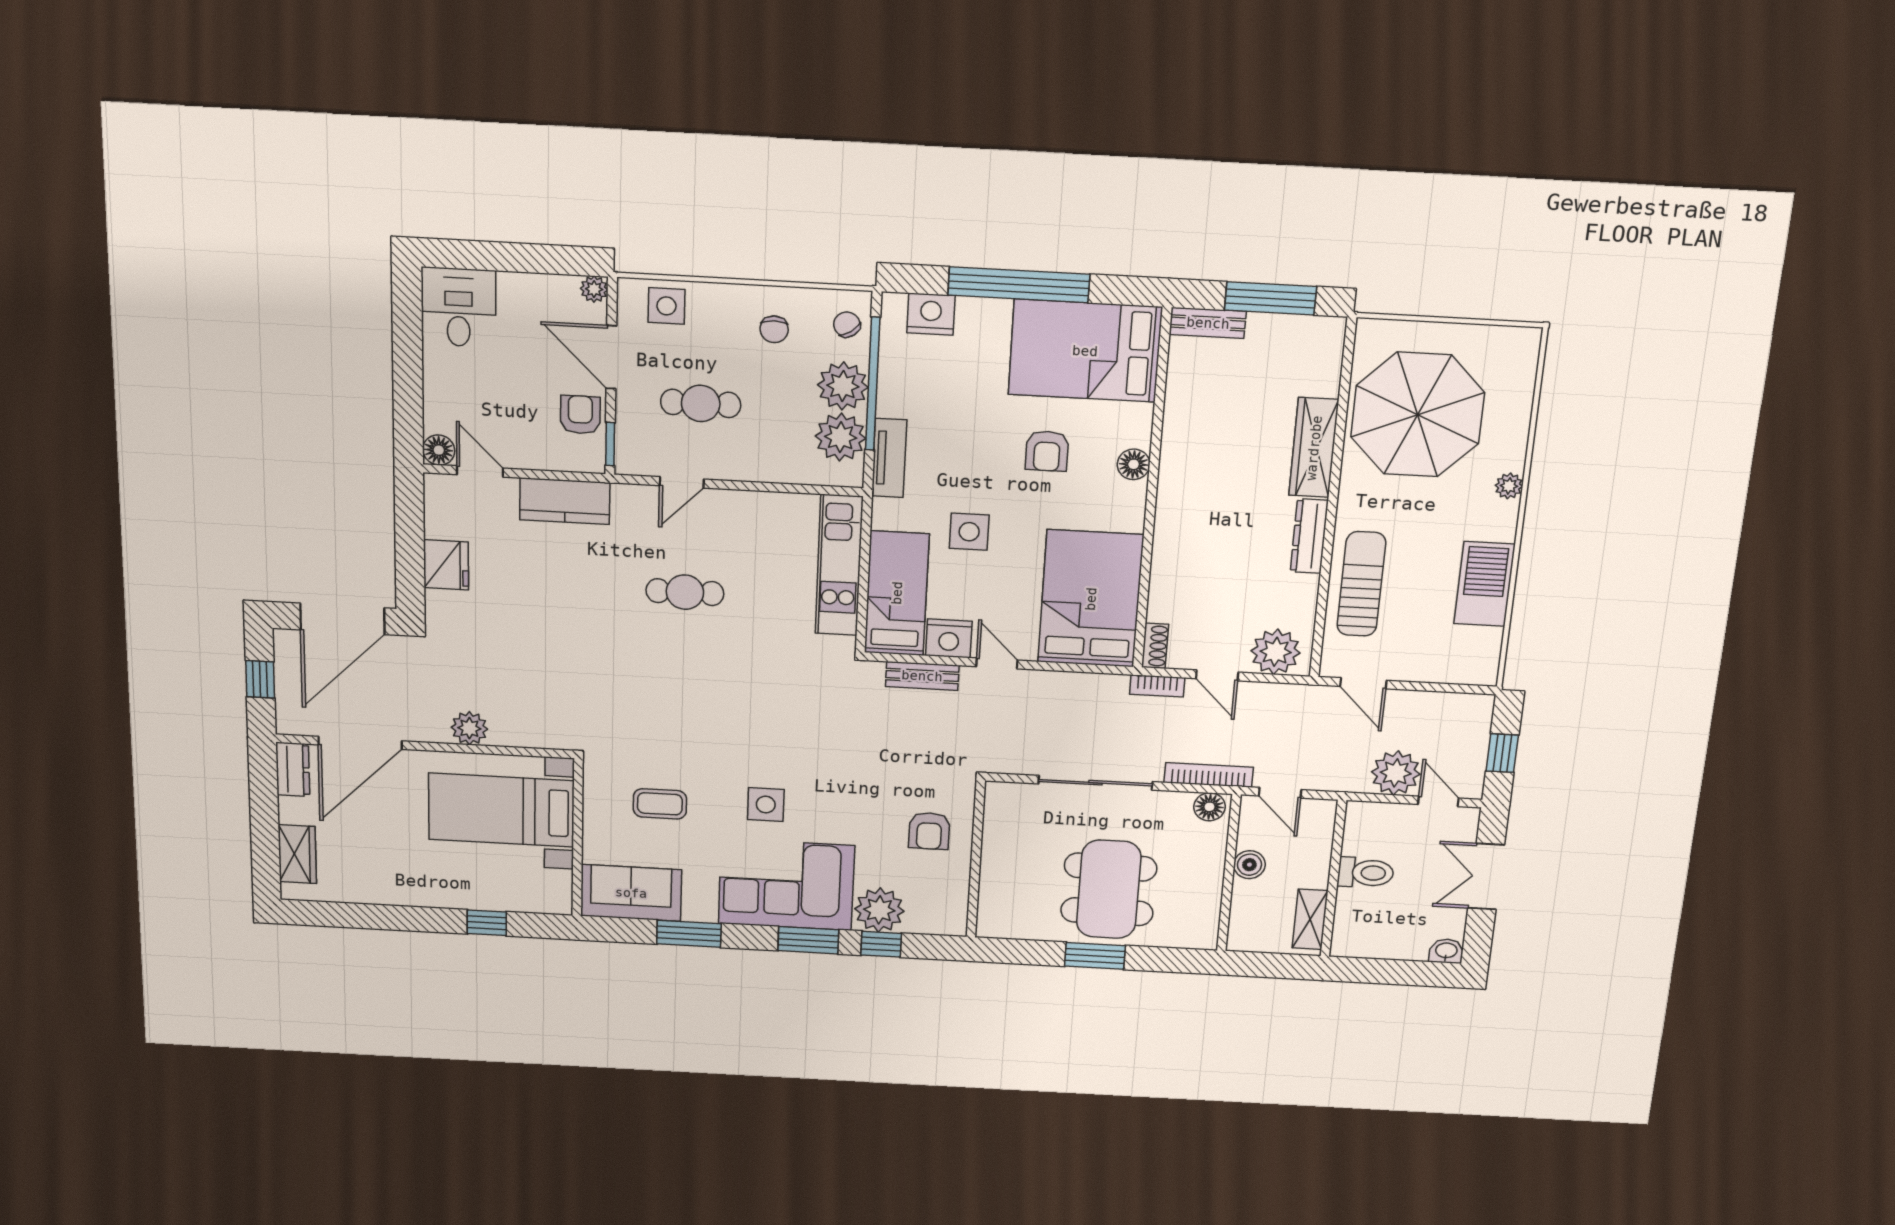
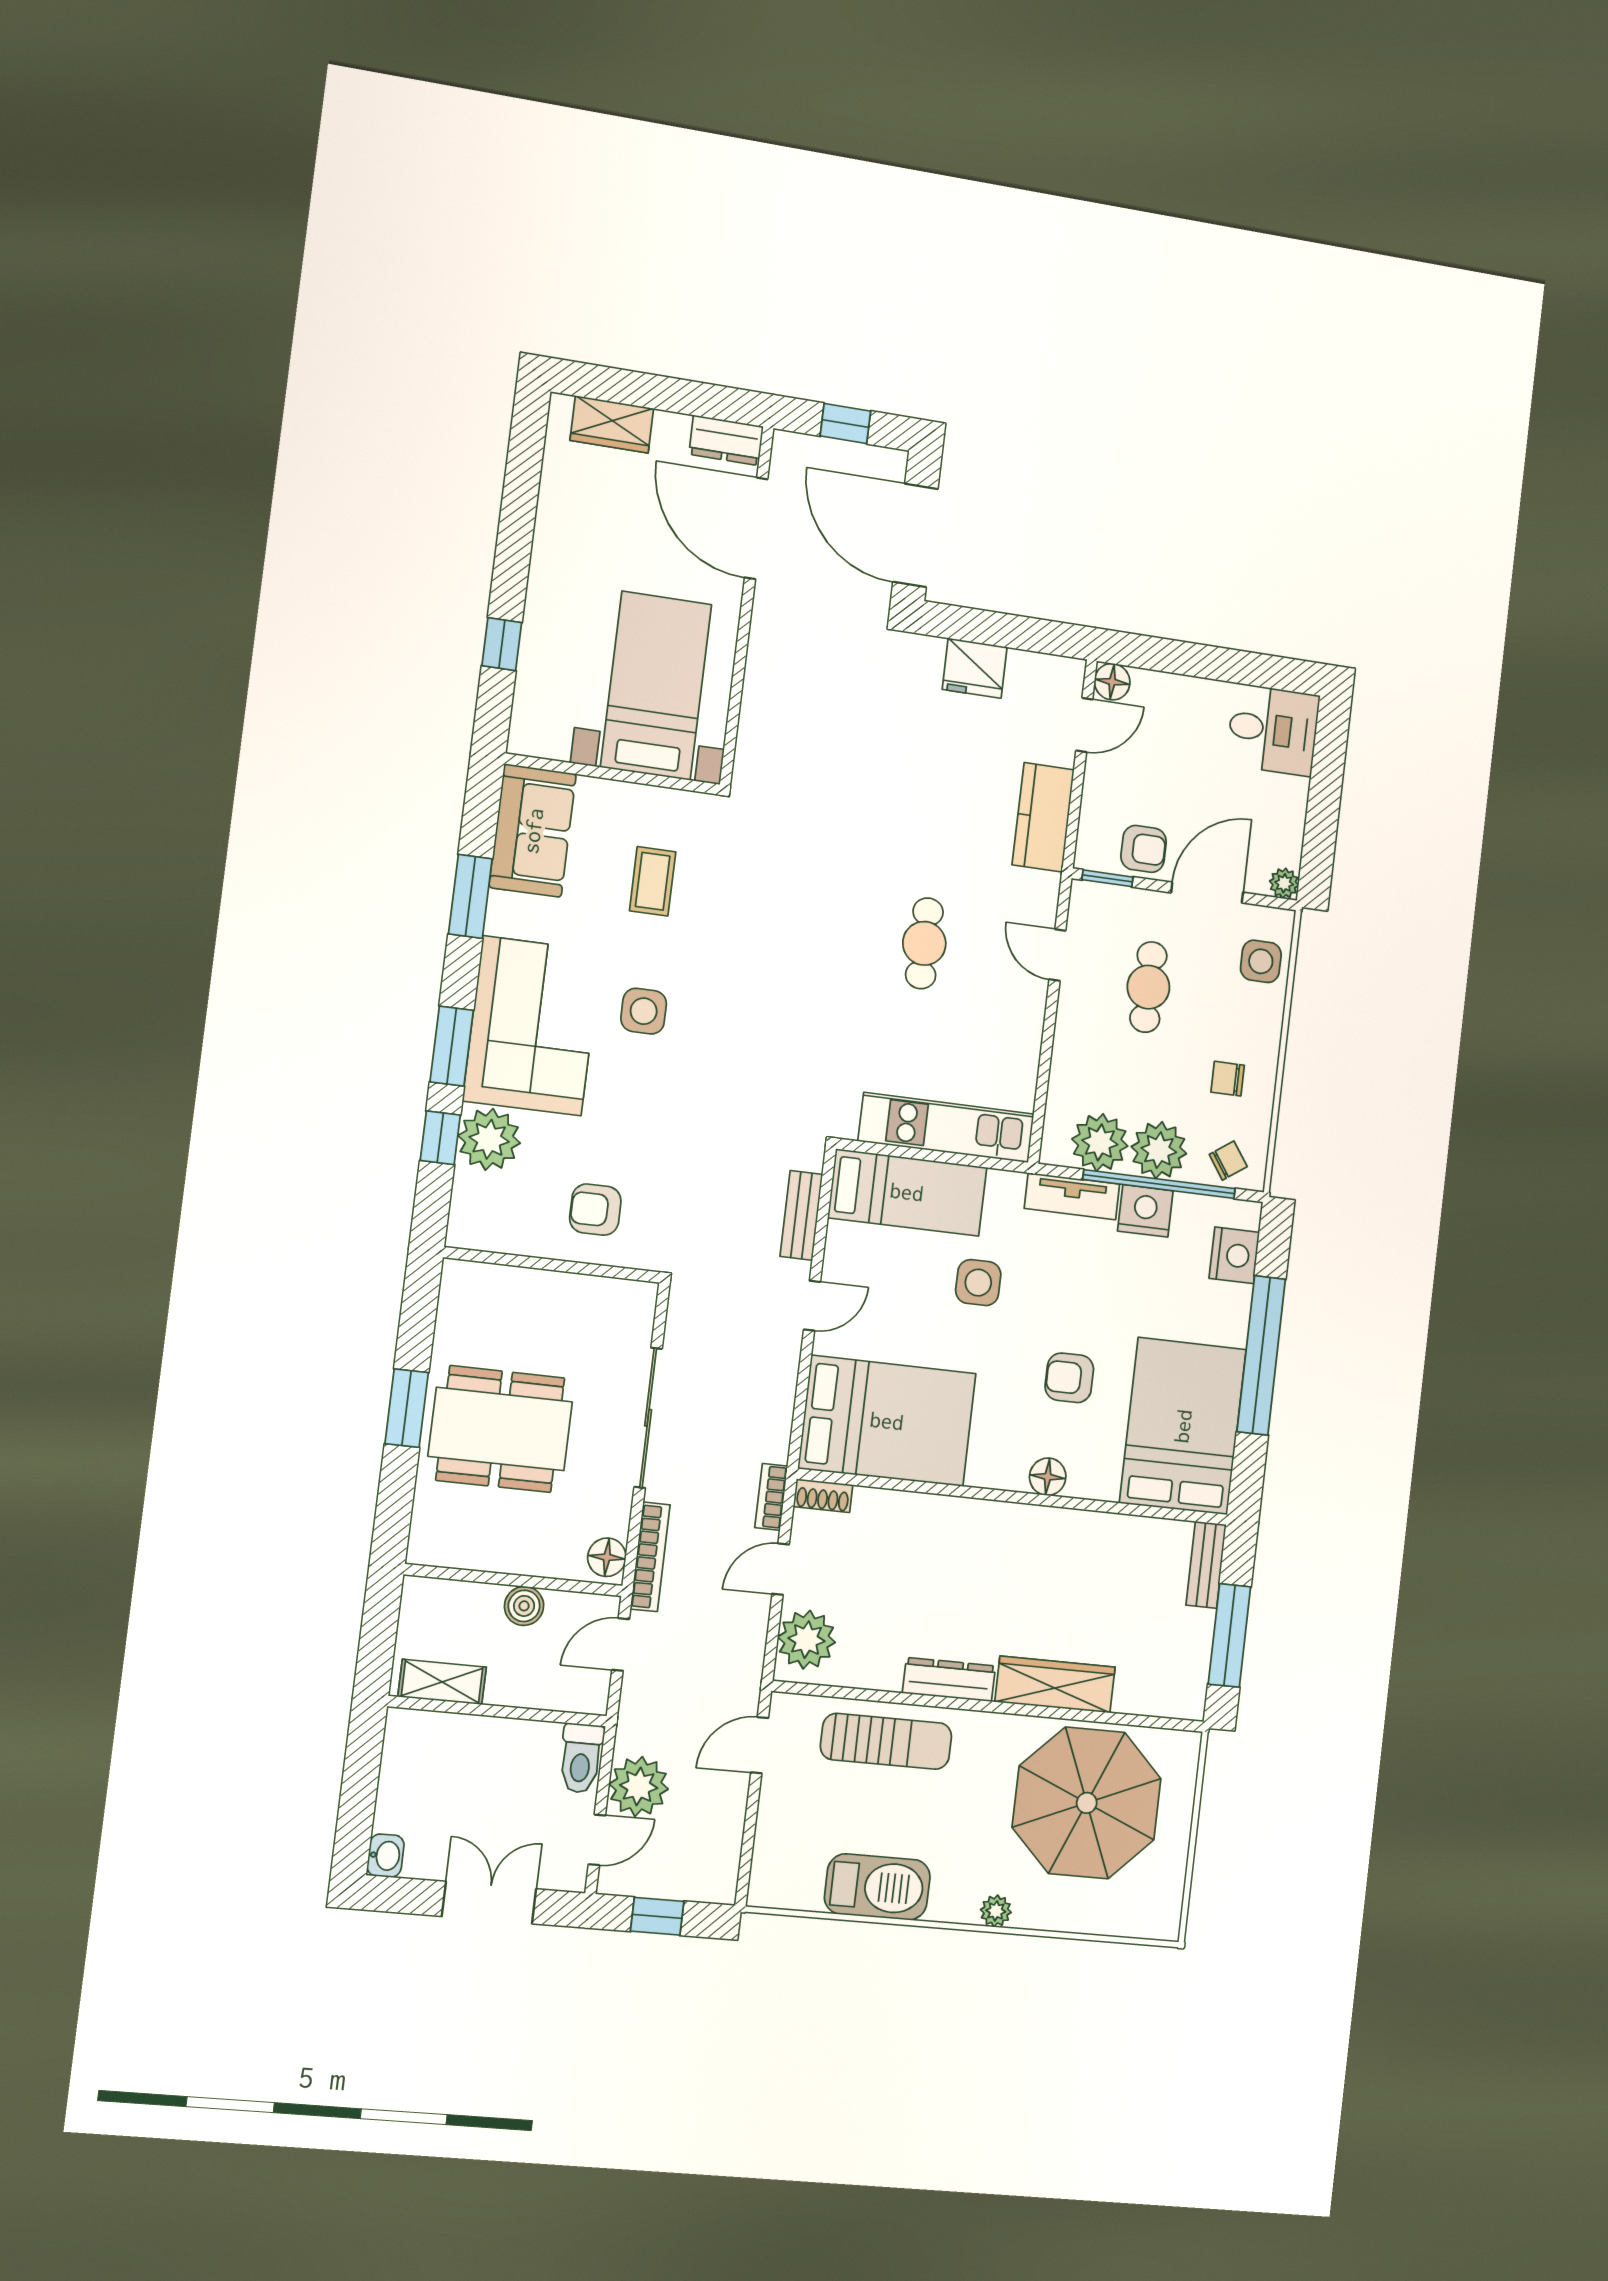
nightstand: (949, 638) -> (1145, 1211), moved, turned 90
plant: (469, 728) -> (767, 663), removed
toilet: (1366, 873) -> (581, 1758), moved

